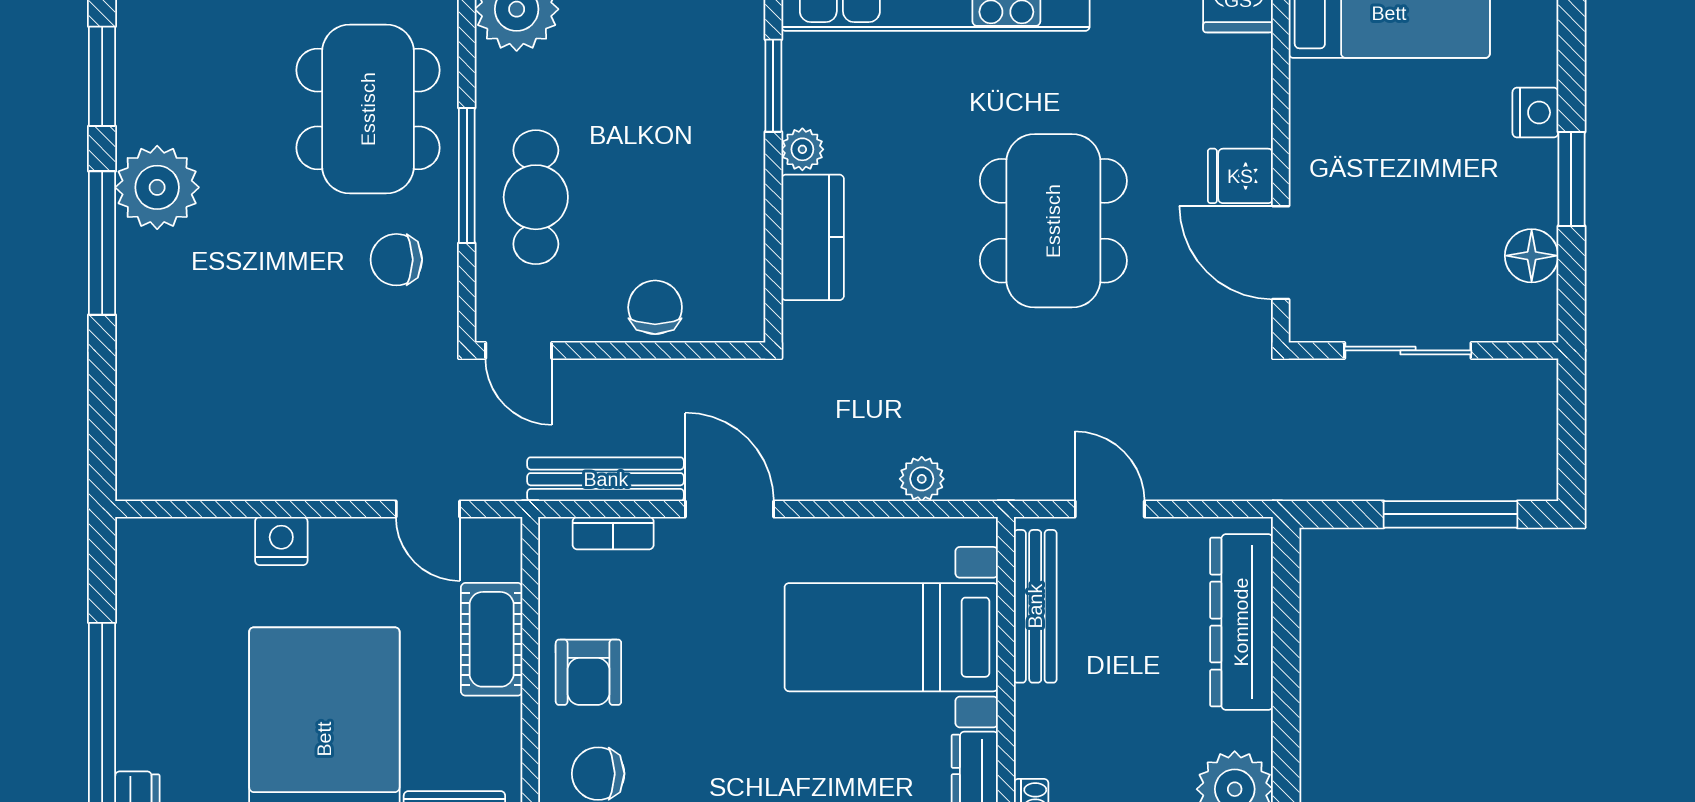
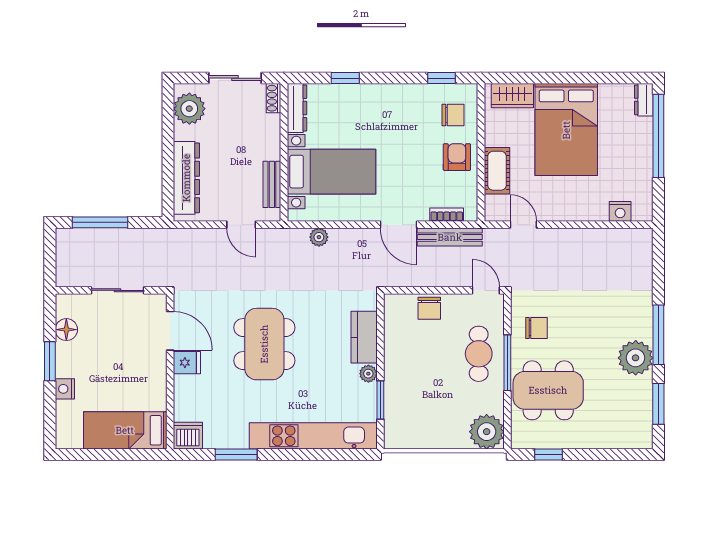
dining table: (368, 109) -> (548, 390), turned 90
nightstand: (281, 541) -> (620, 211), moved
bench: (1035, 606) -> (272, 184), width x0.73

